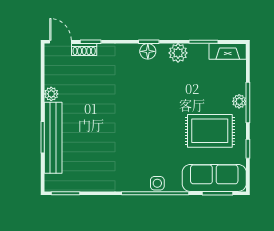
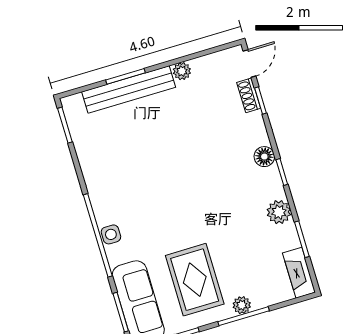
floor lamp: (148, 51) -> (264, 157), moved

